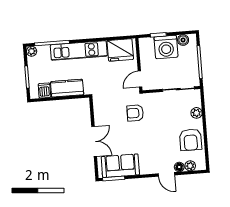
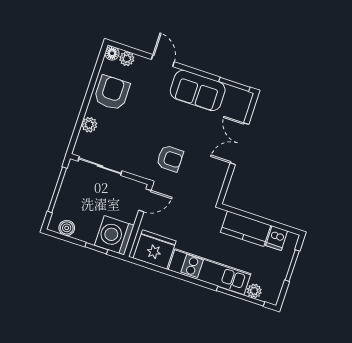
washing machine: (166, 47) -> (114, 235), moved, turned -90
plant: (32, 51) -> (254, 291), moved
sofa: (120, 166) -> (198, 90), moved
floor lamp: (179, 167) -> (112, 53), moved

